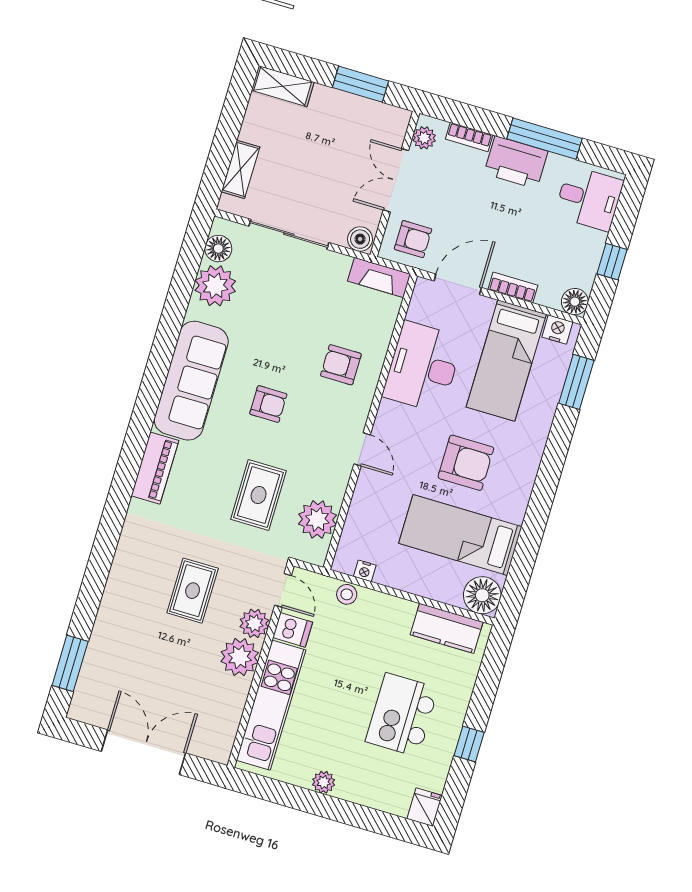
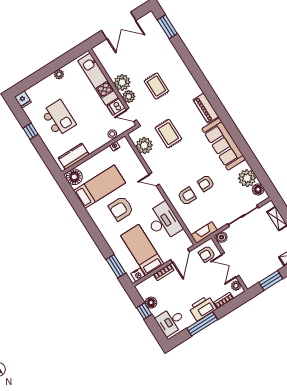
double door: (396, 180) -> (230, 265), swing flipped
floor lamp: (575, 302) -> (151, 303), moved
armchair: (268, 404) -> (206, 183), moved

